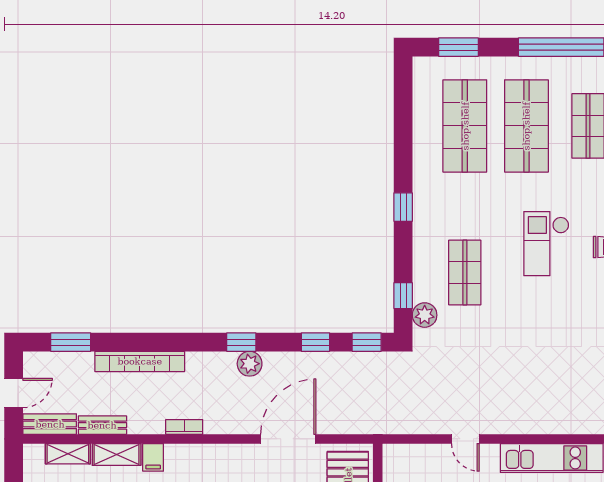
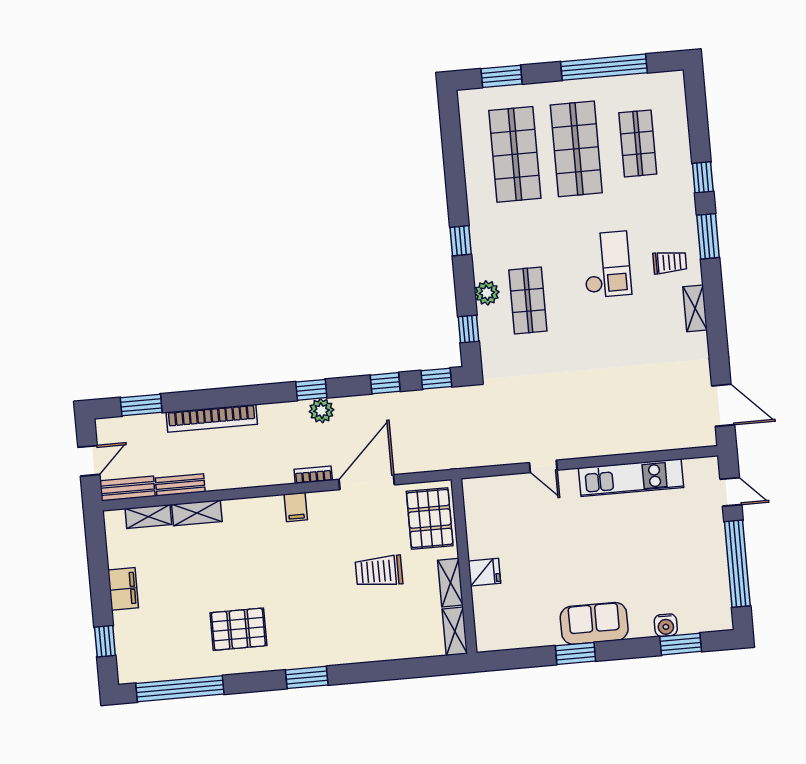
checkout: (546, 244) -> (607, 264), turned 180
plant: (425, 315) -> (487, 293), moved
bookcase: (184, 427) -> (313, 475), moved
filing cabinet: (153, 457) -> (296, 507), moved

